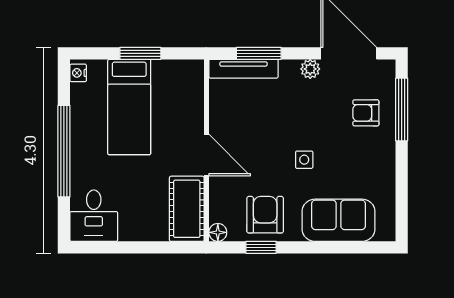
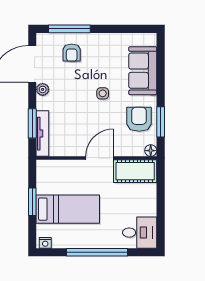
armchair: (265, 215) -> (139, 119), turned 90
window: (261, 247) -> (161, 122), width x1.50

